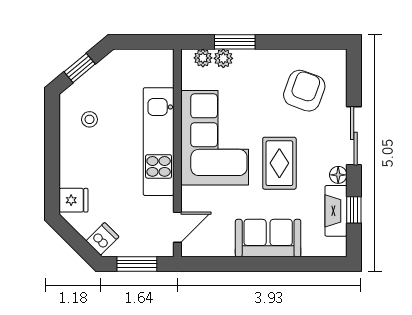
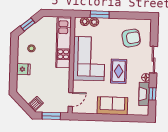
armchair: (304, 91) -> (131, 38), turned 59
kitchen unit: (159, 142) -> (64, 43), moved
fridge: (73, 200) -> (23, 69), moved

